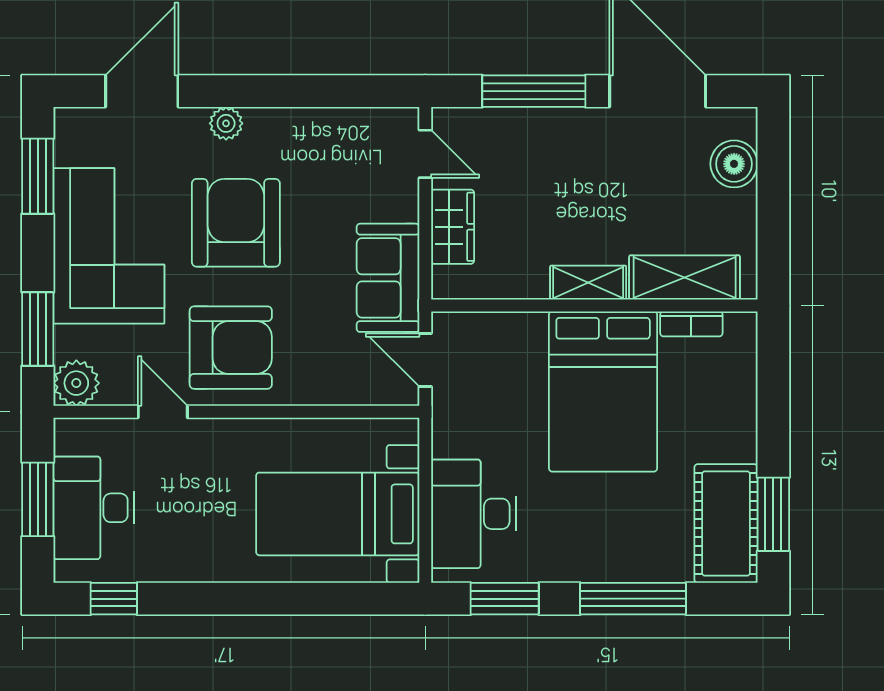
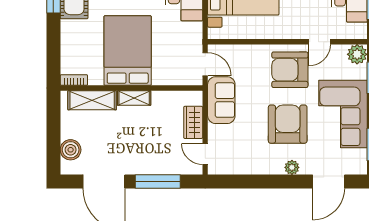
armchair: (236, 223) -> (288, 124), turned 180
bookcase: (691, 324) -> (74, 80), moved
door: (163, 412) -> (320, 42), hinge flipped

